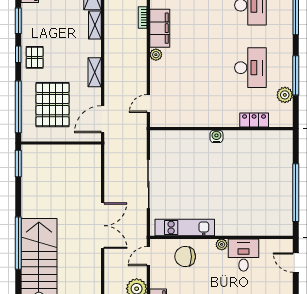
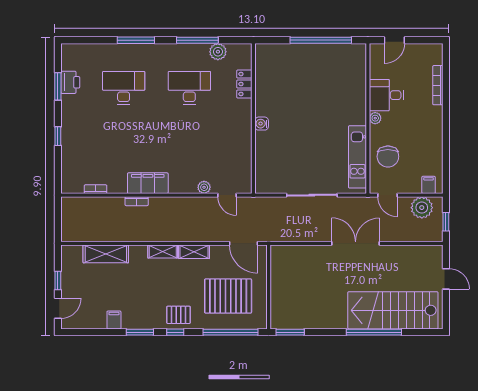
shelving: (95, 25) -> (163, 251), moved
plant: (156, 55) -> (204, 187), moved

